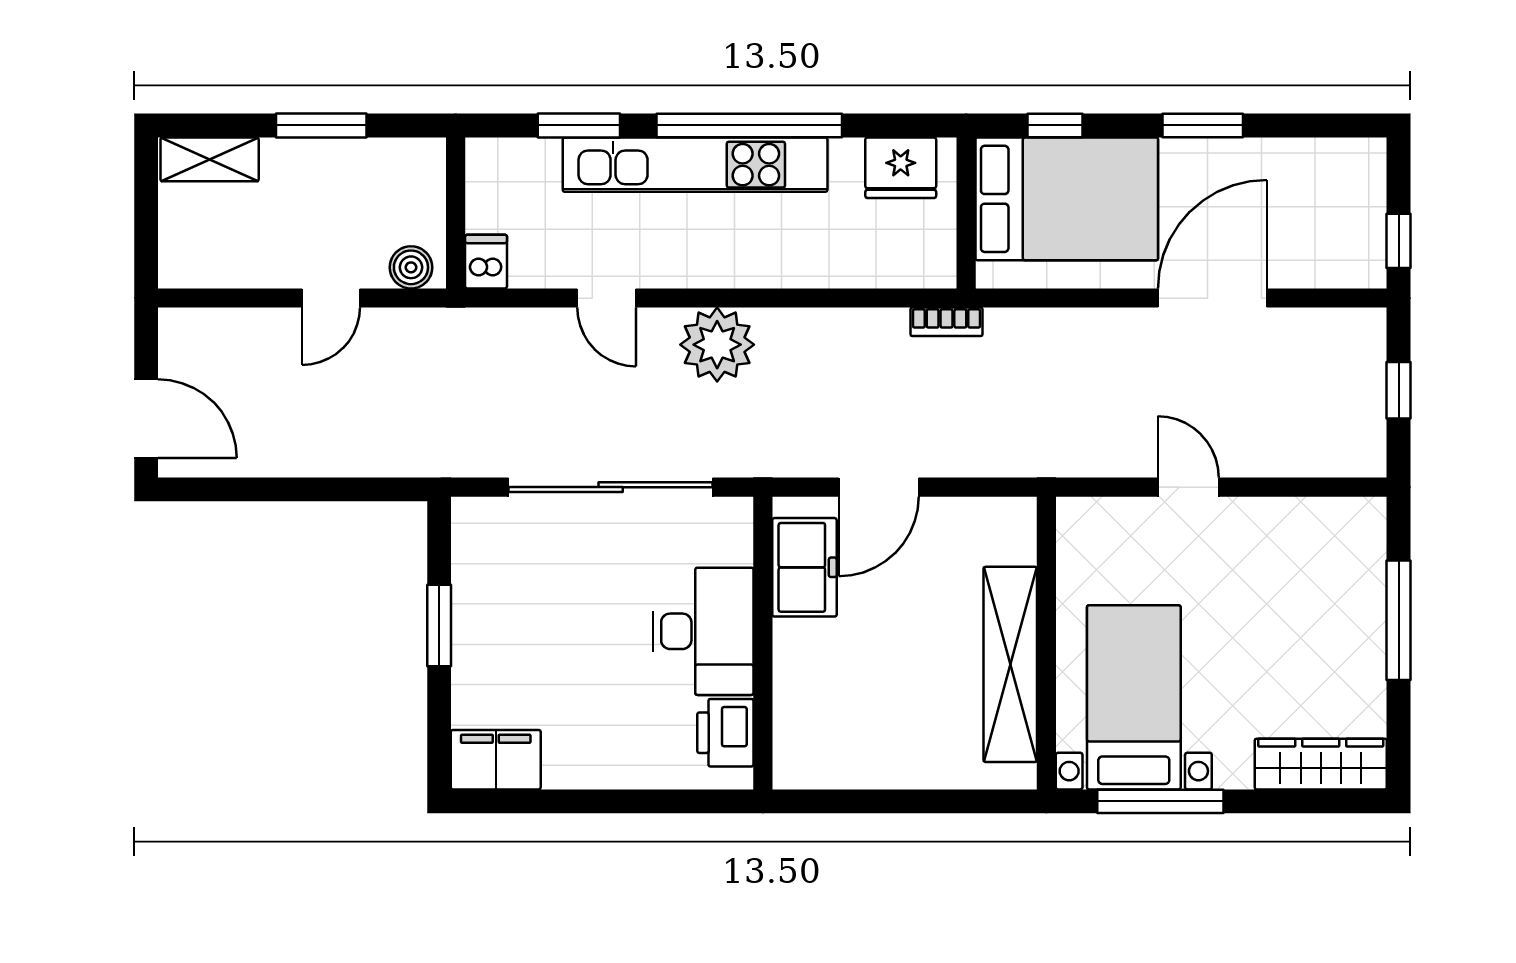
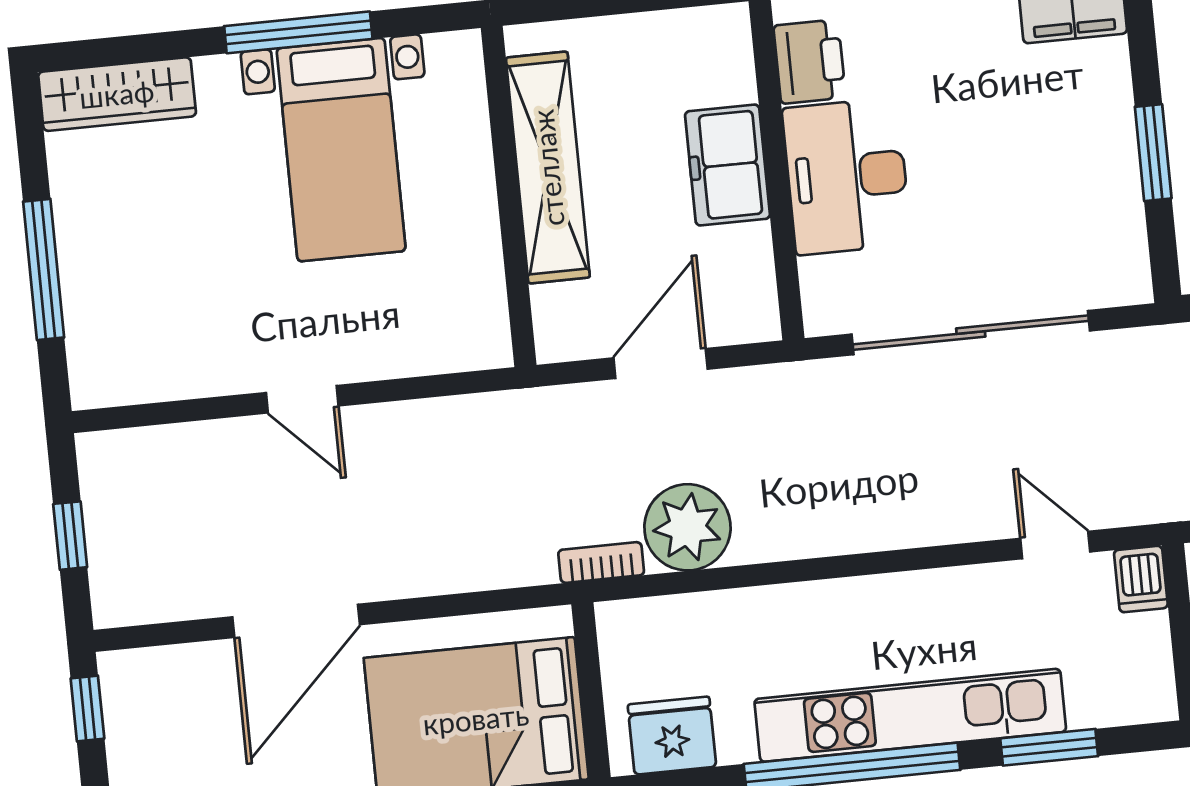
door: (607, 298) -> (1055, 545), moved
plant: (717, 345) -> (687, 527), moved
freezer: (804, 567) -> (727, 165), moved
wall: (1046, 643) -> (509, 196), moved
shelving: (1010, 664) -> (548, 168), moved

